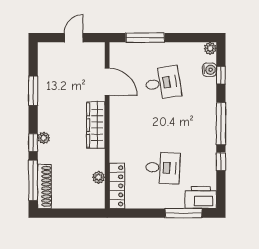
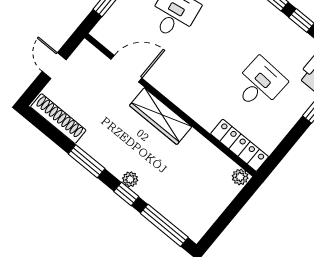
window: (33, 91) -> (87, 161), moved
plant: (99, 177) -> (240, 177), moved
shoe rack: (45, 186) -> (58, 119), moved

